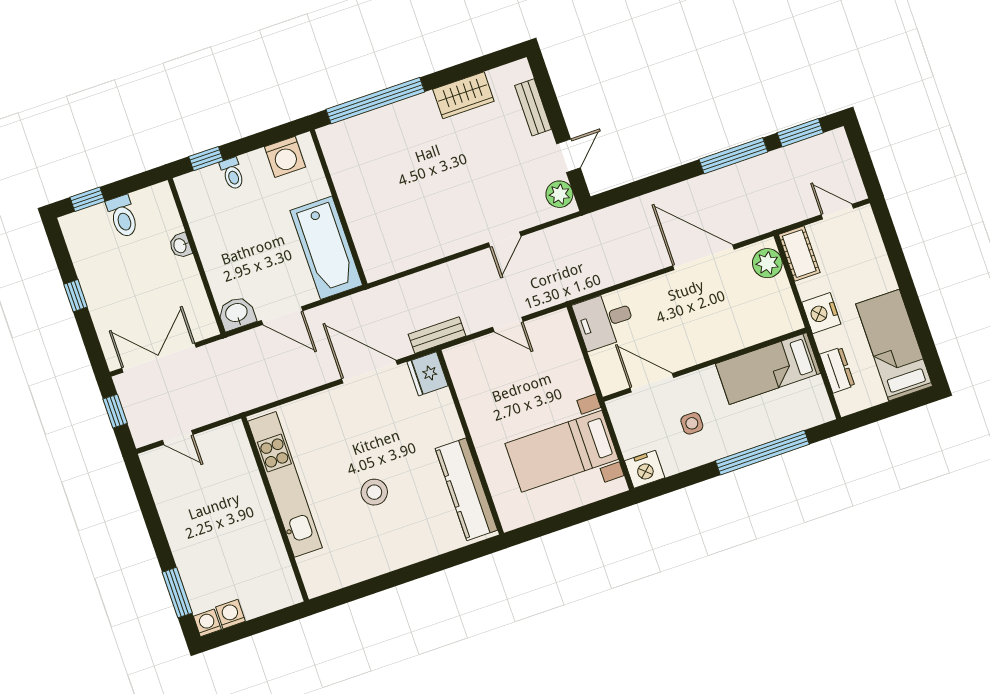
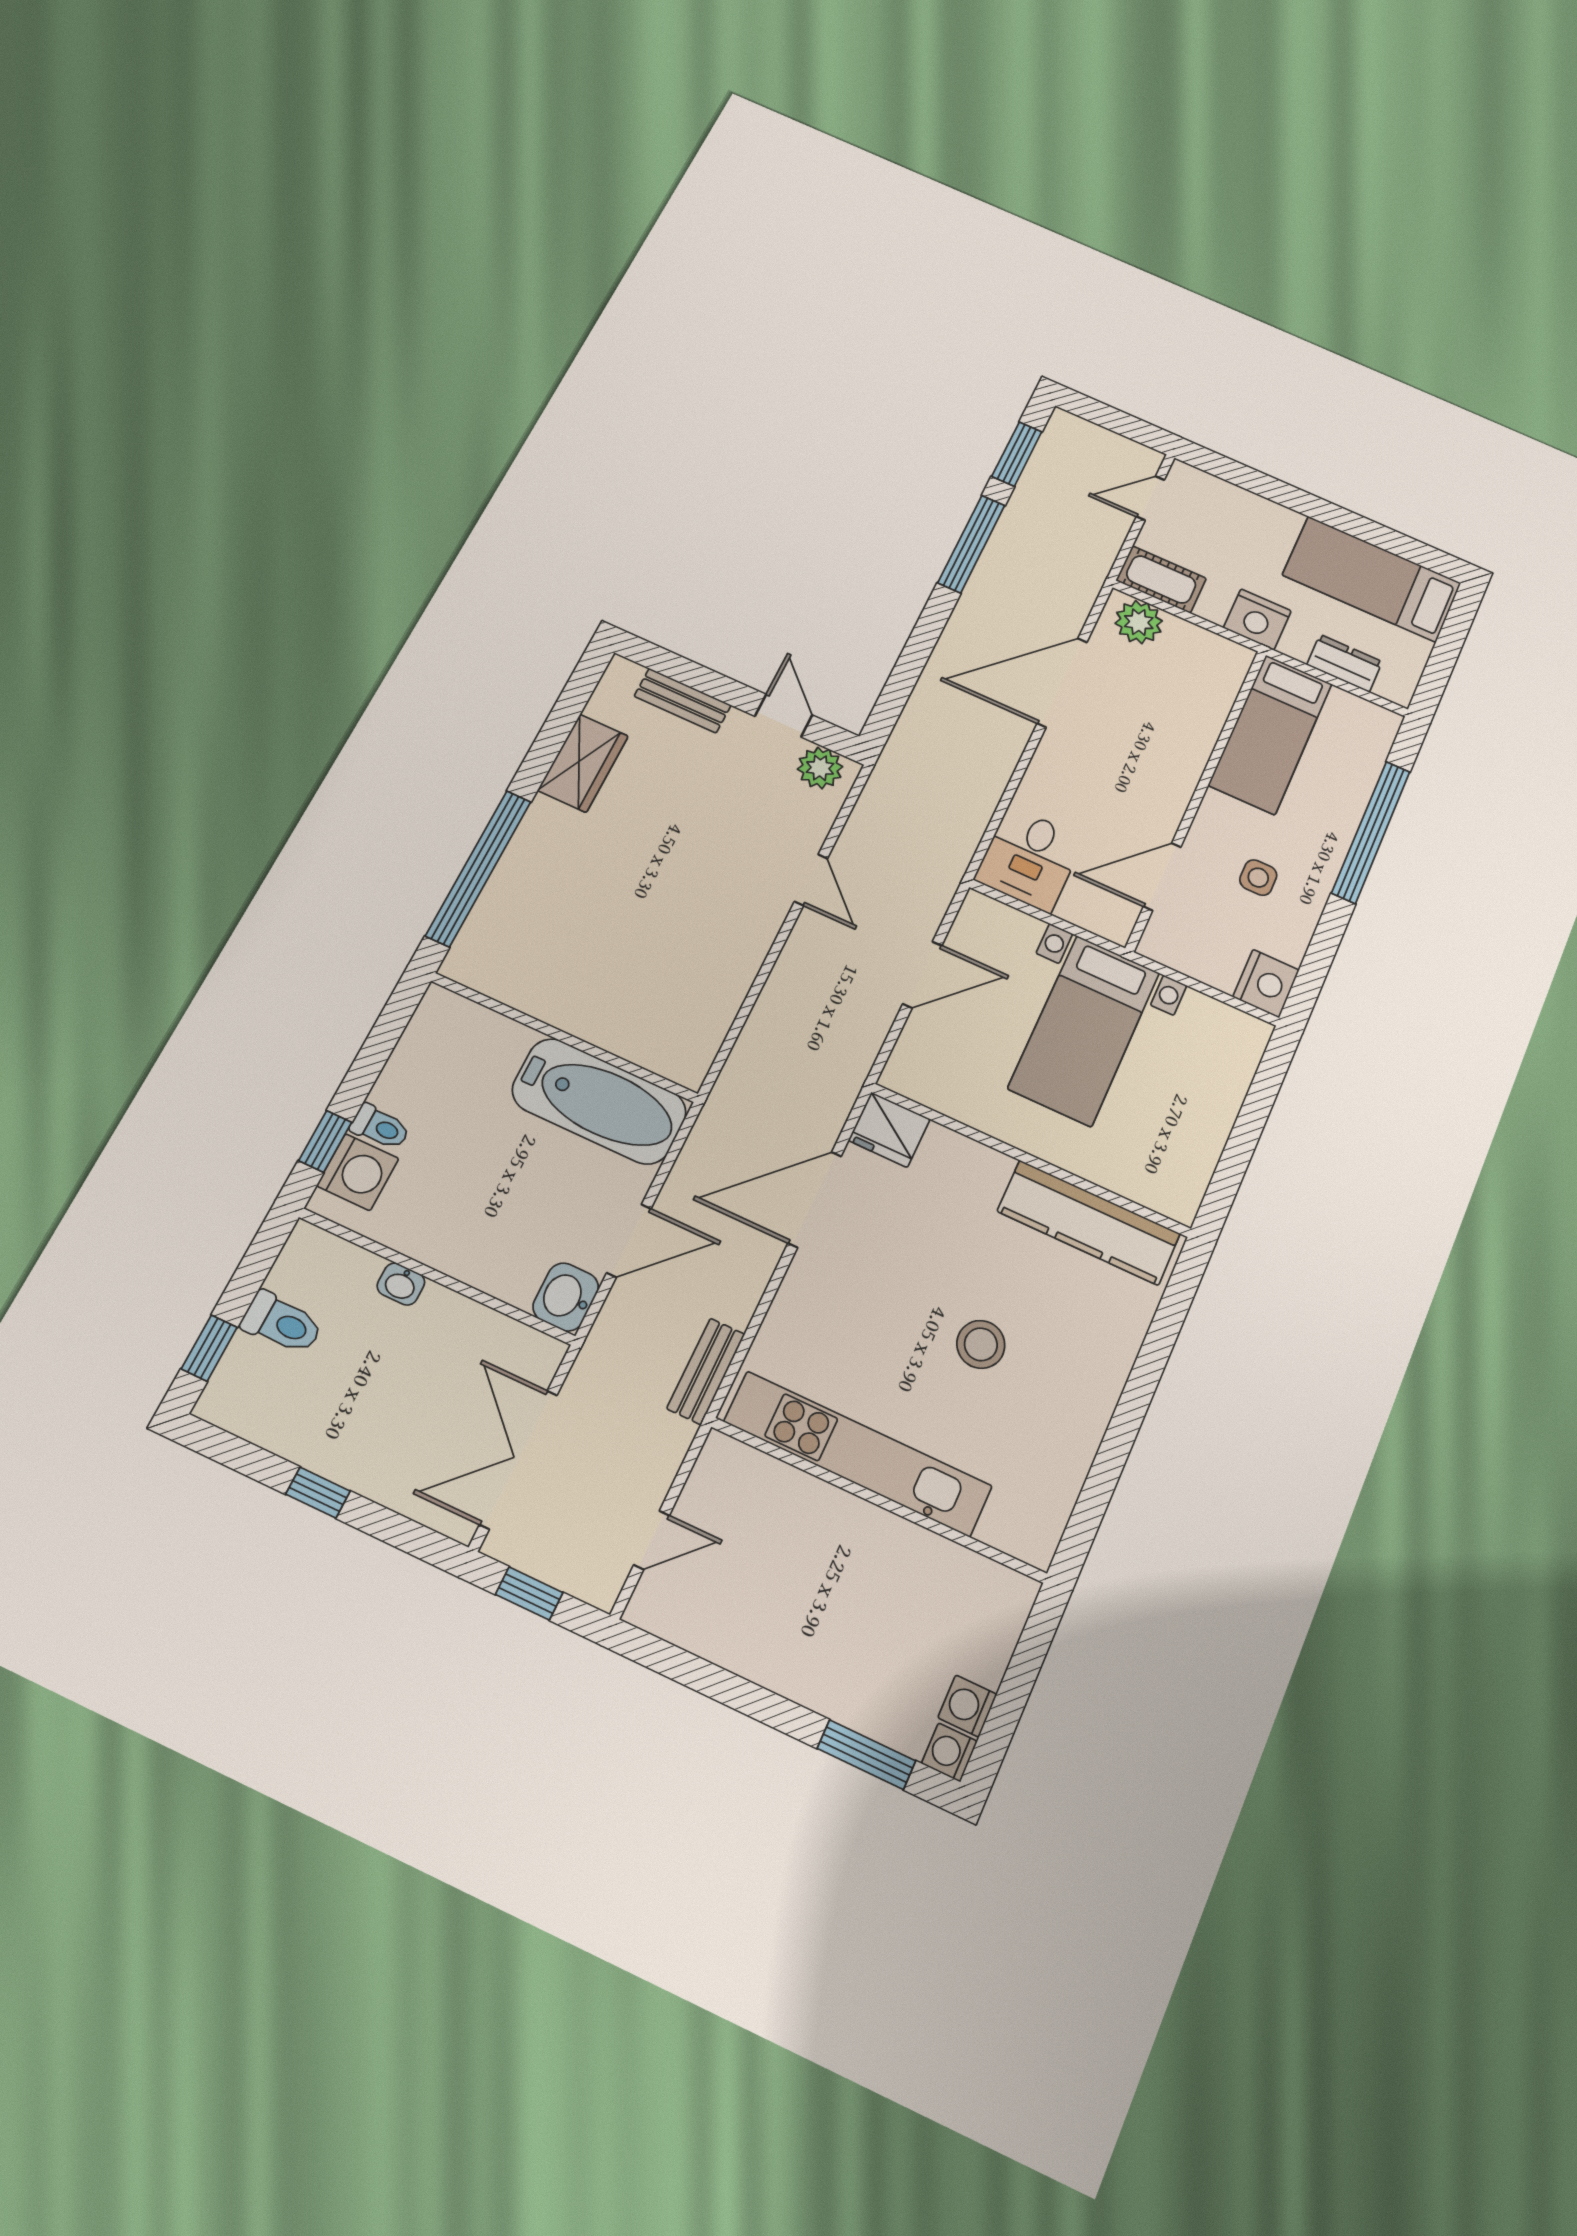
washing machine: (285, 157) -> (358, 1172), moved
door: (508, 324) -> (922, 975), width x1.37
bench: (437, 335) -> (706, 1371), moved
bed with nightstands: (562, 451) -> (1084, 1030), moved

